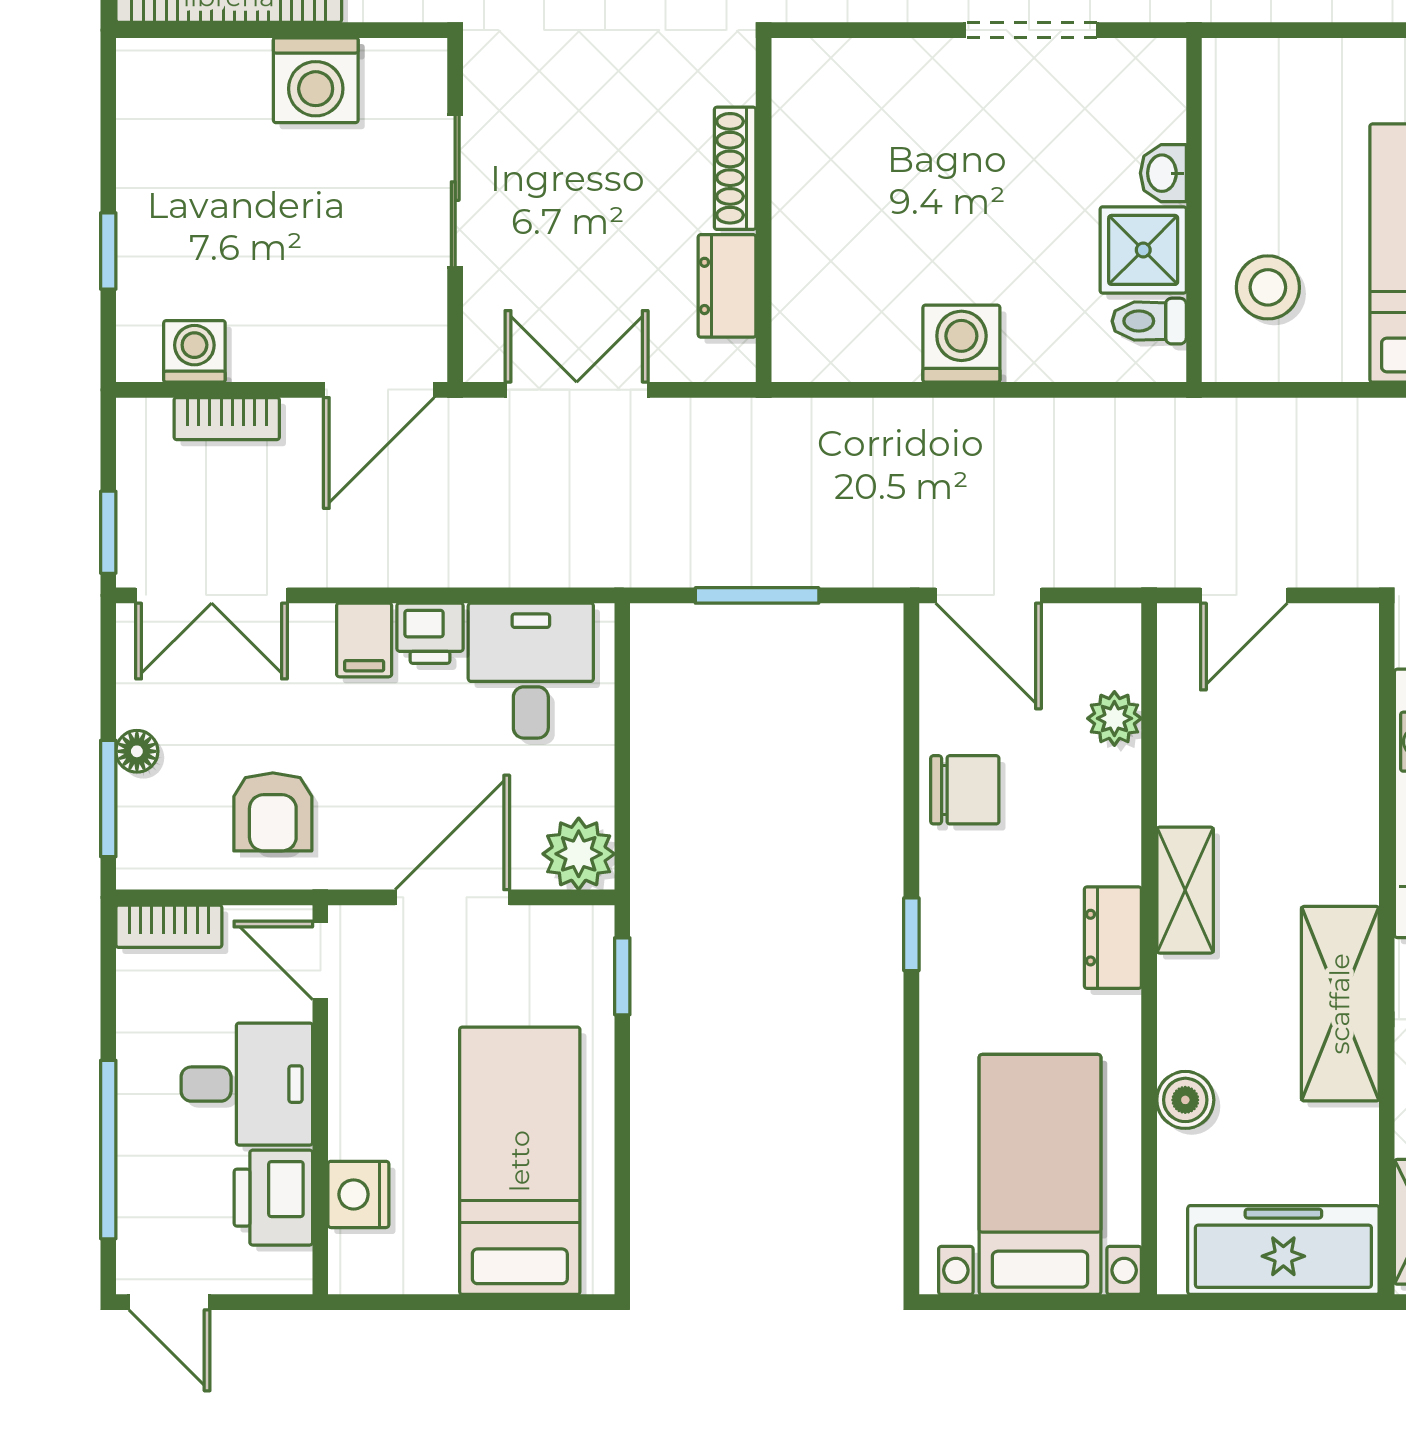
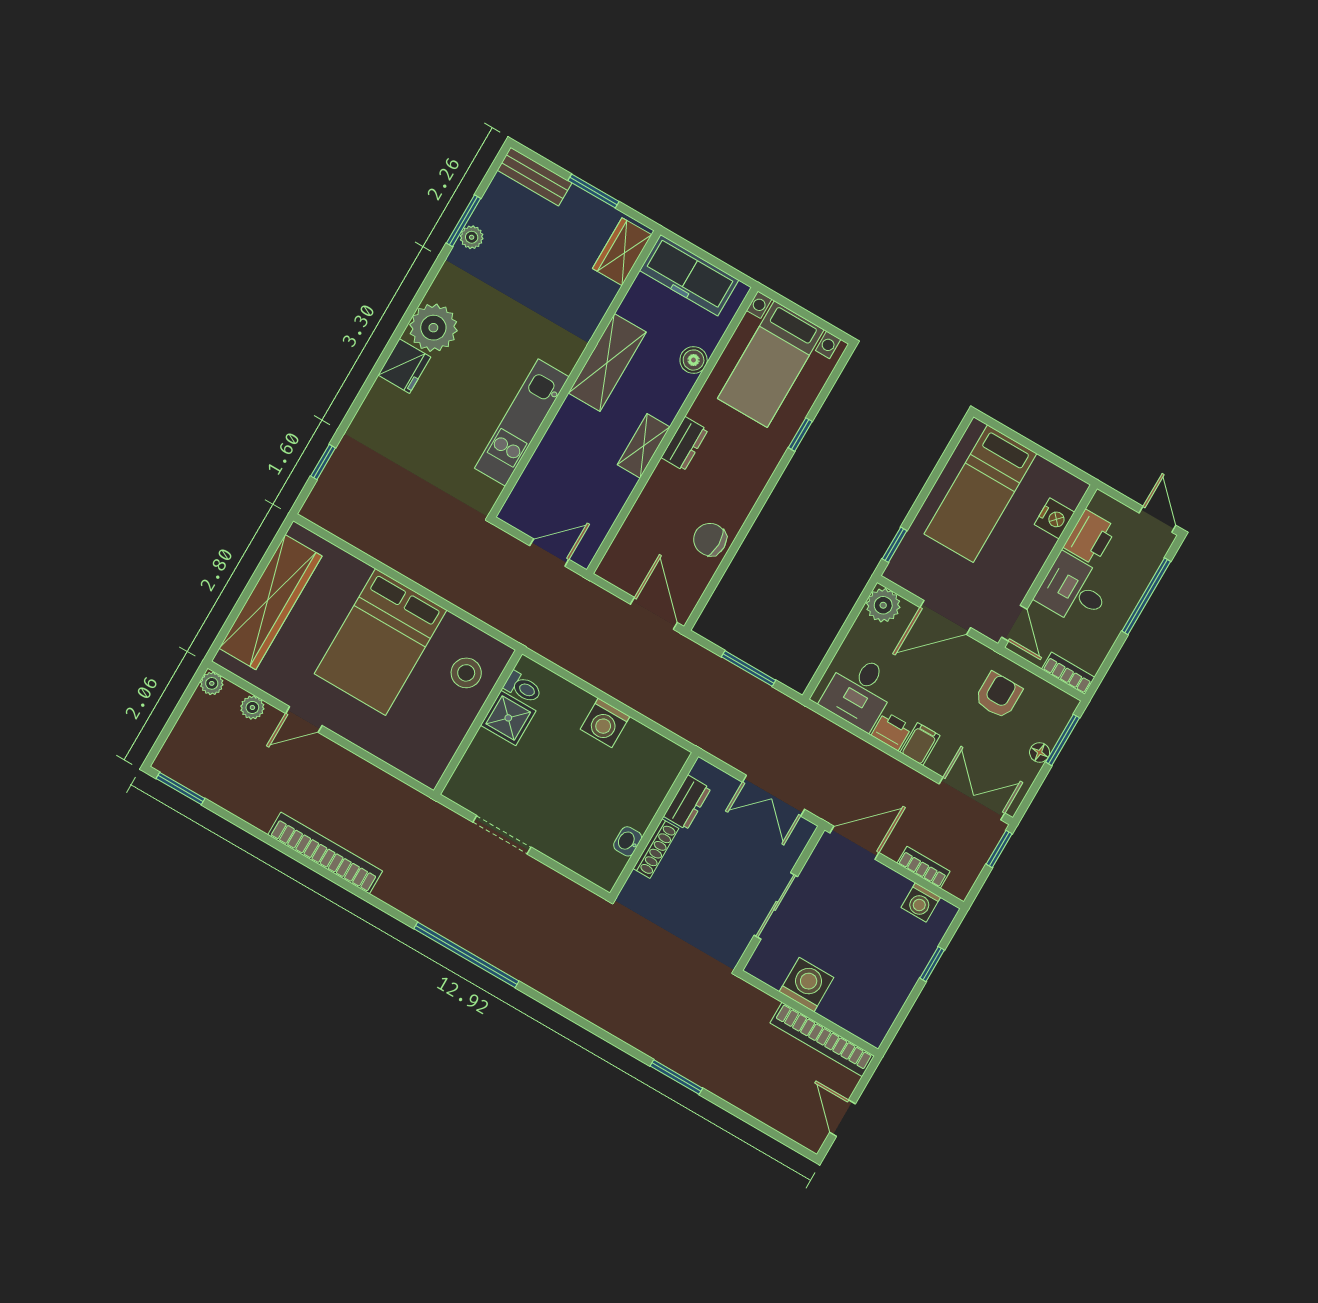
washbasin: (1163, 173) -> (628, 841), moved, turned 180
plant: (1114, 718) -> (632, 533), removed
window: (911, 934) -> (800, 435), moved

